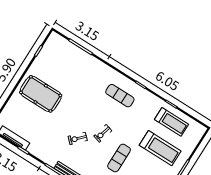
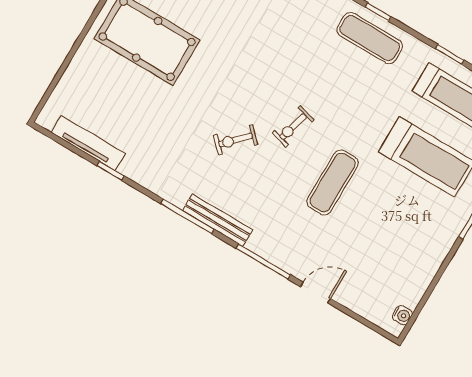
exercise mat: (120, 96) -> (370, 38), moved

